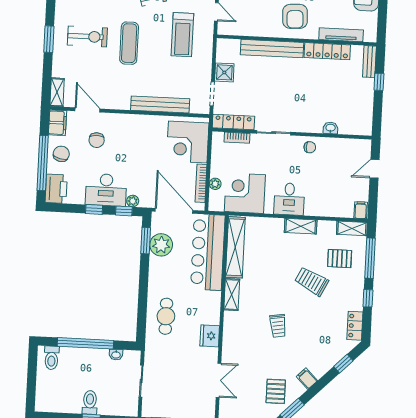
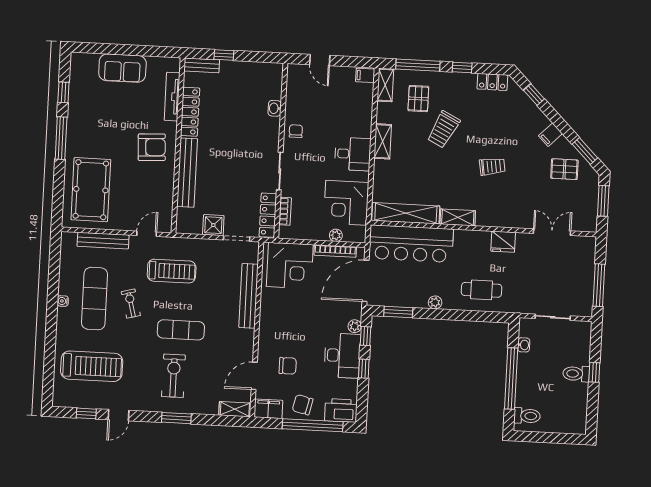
plant: (161, 245) -> (435, 302), moved, width x0.53, depth x0.53

